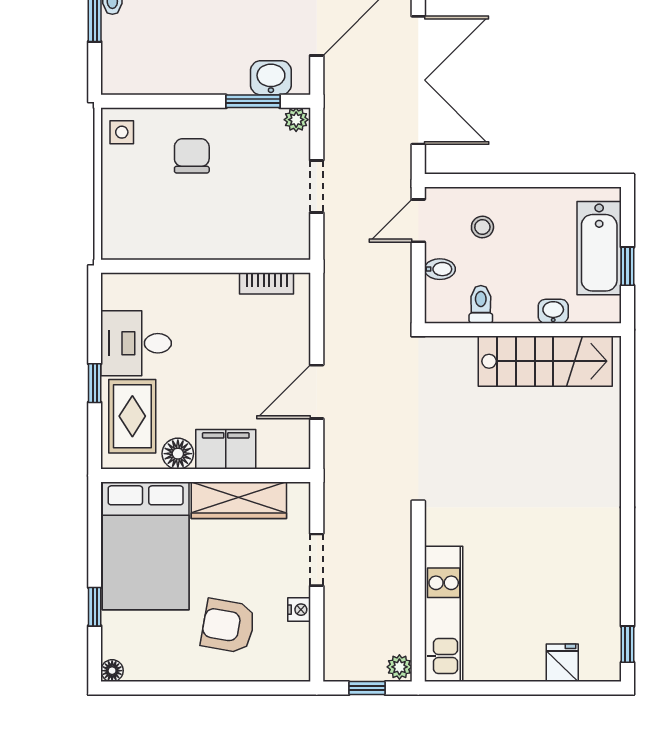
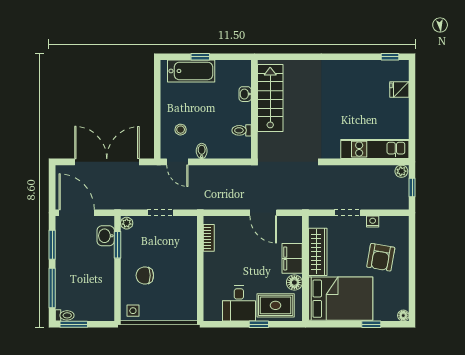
toilet: (481, 304) -> (242, 130), moved
washbasin: (553, 311) -> (245, 94), moved
wall: (523, 330) -> (254, 109), moved
stairs: (545, 361) -> (270, 98), moved

